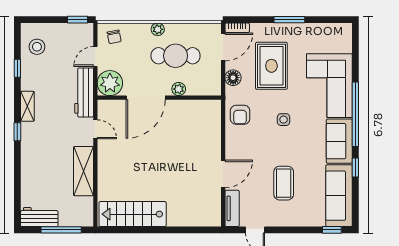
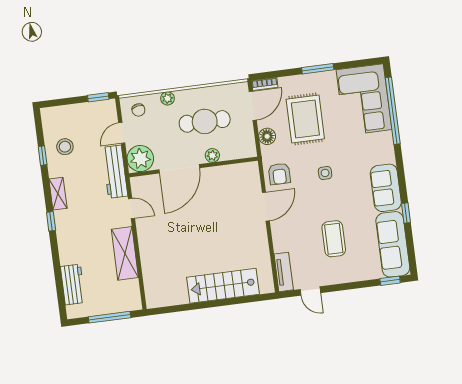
plant: (158, 29) -> (167, 98), moved
stool: (37, 47) -> (65, 147), moved
corner sofa: (329, 86) -> (364, 100), moved
window: (355, 114) -> (393, 111), moved
door: (223, 174) -> (266, 207), moved
stairs: (133, 214) -> (223, 286), moved
workbench: (39, 217) -> (73, 285), moved, turned 90

